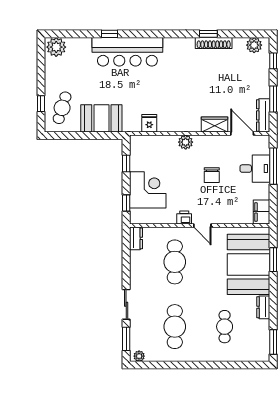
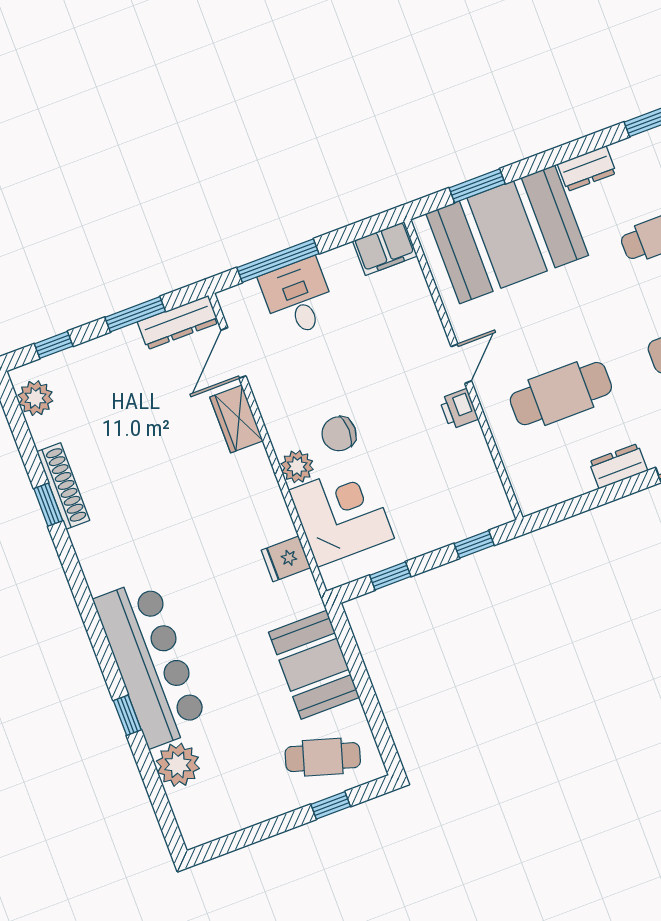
plant: (56, 47) -> (178, 765), moved
chair: (212, 175) -> (339, 434), moved, turned 180
corner desk: (148, 190) -> (341, 514), moved, turned 90
dresser: (136, 238) -> (618, 466), moved

